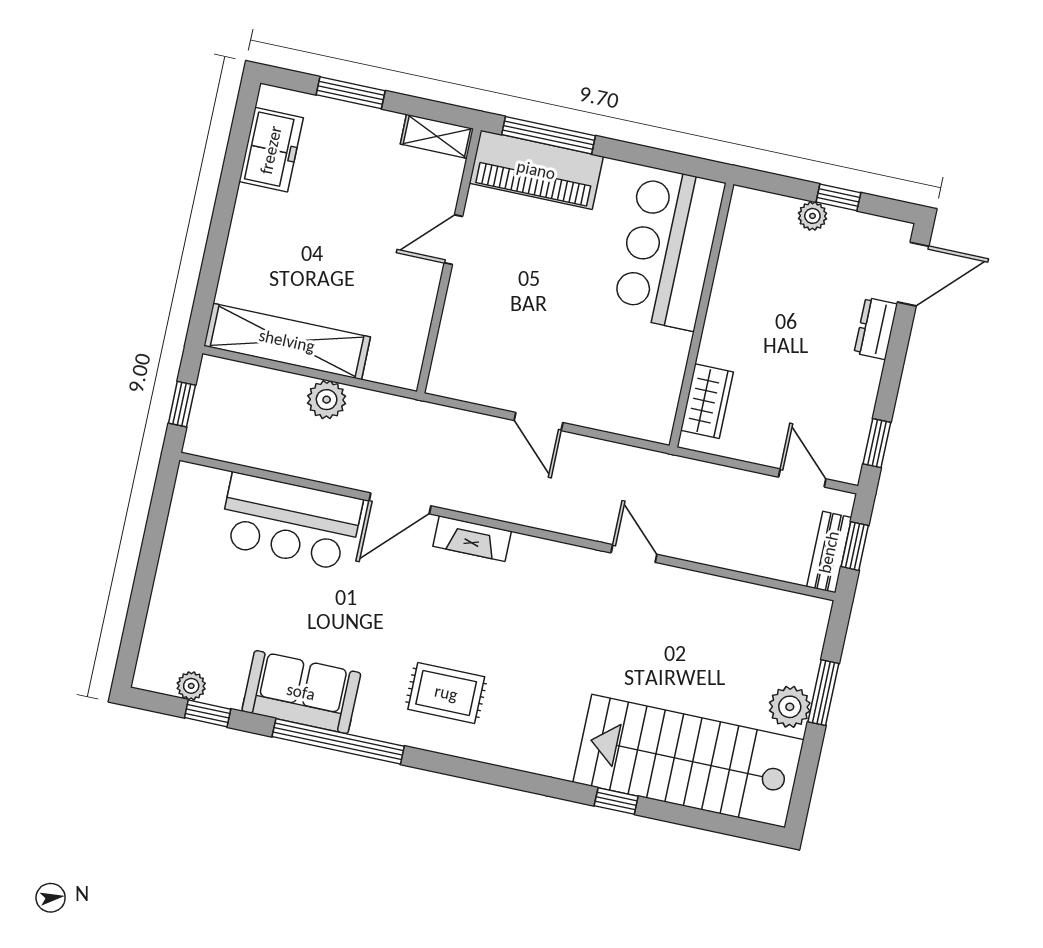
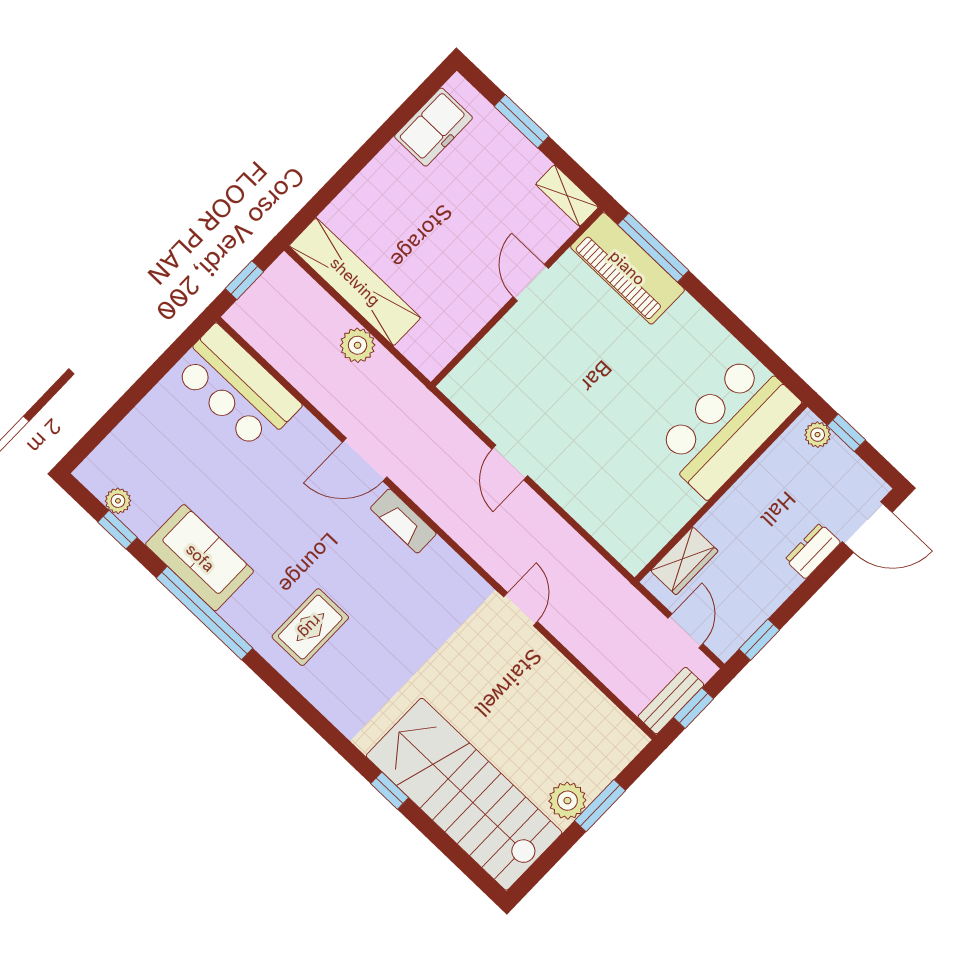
door: (453, 240) -> (531, 283), hinge flipped
bar counter: (669, 248) -> (727, 425), moved
wall: (702, 315) -> (721, 492), moved
wardrobe: (707, 401) -> (684, 561), moved
bar counter: (290, 522) -> (236, 388), moved
rug: (446, 693) -> (310, 627), turned 90

